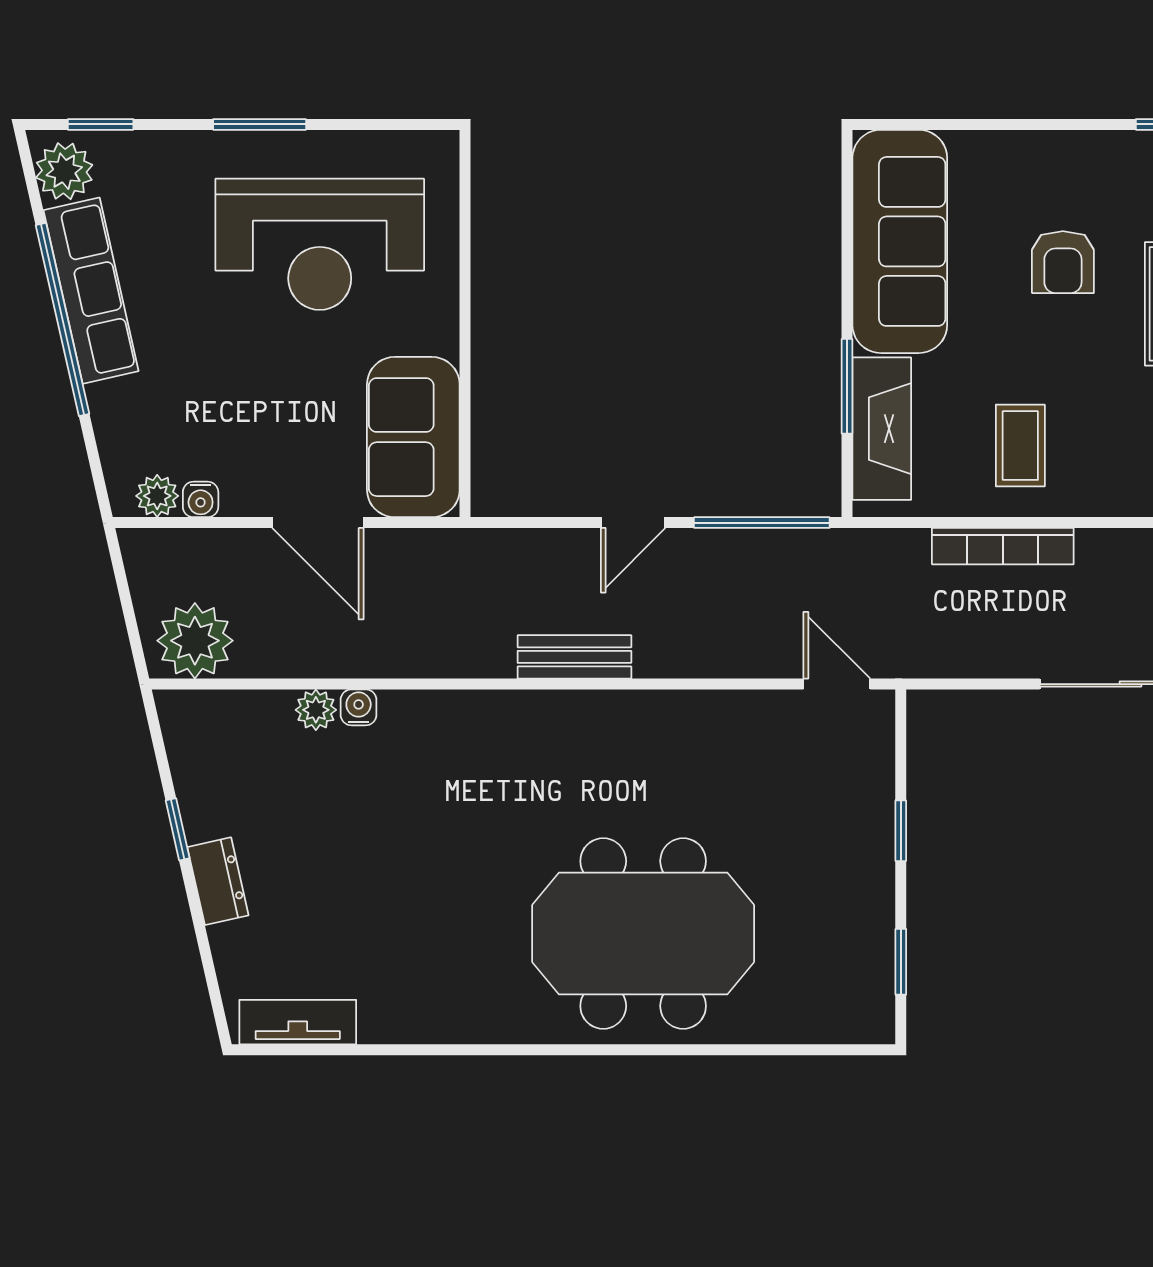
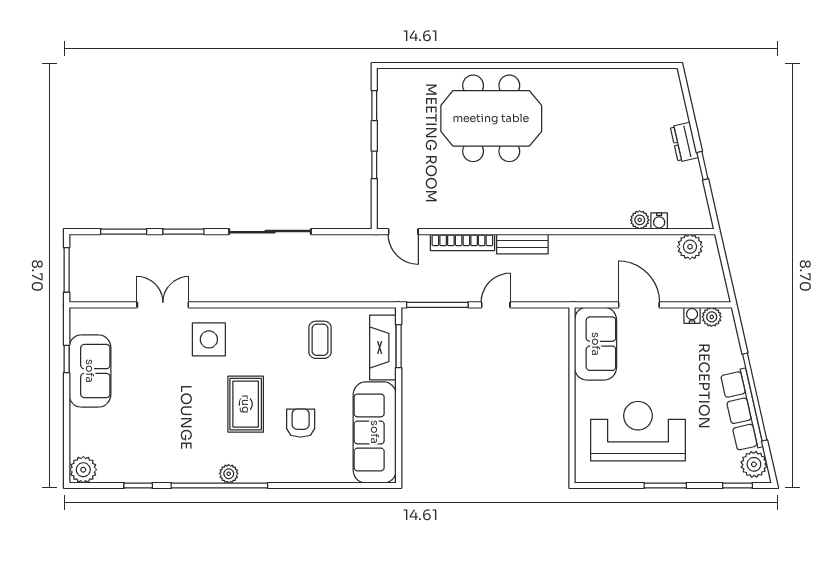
window: (847, 386) -> (399, 346), moved
bookcase: (1003, 546) -> (462, 242), moved, turned 180
plant: (195, 641) -> (690, 247), width x0.73, depth x0.73
water cooler: (359, 707) -> (659, 221), moved
tv unit: (298, 1022) -> (648, 78), removed

